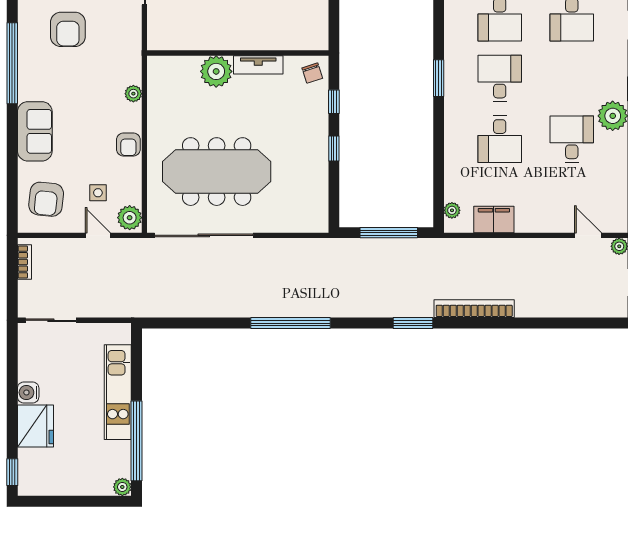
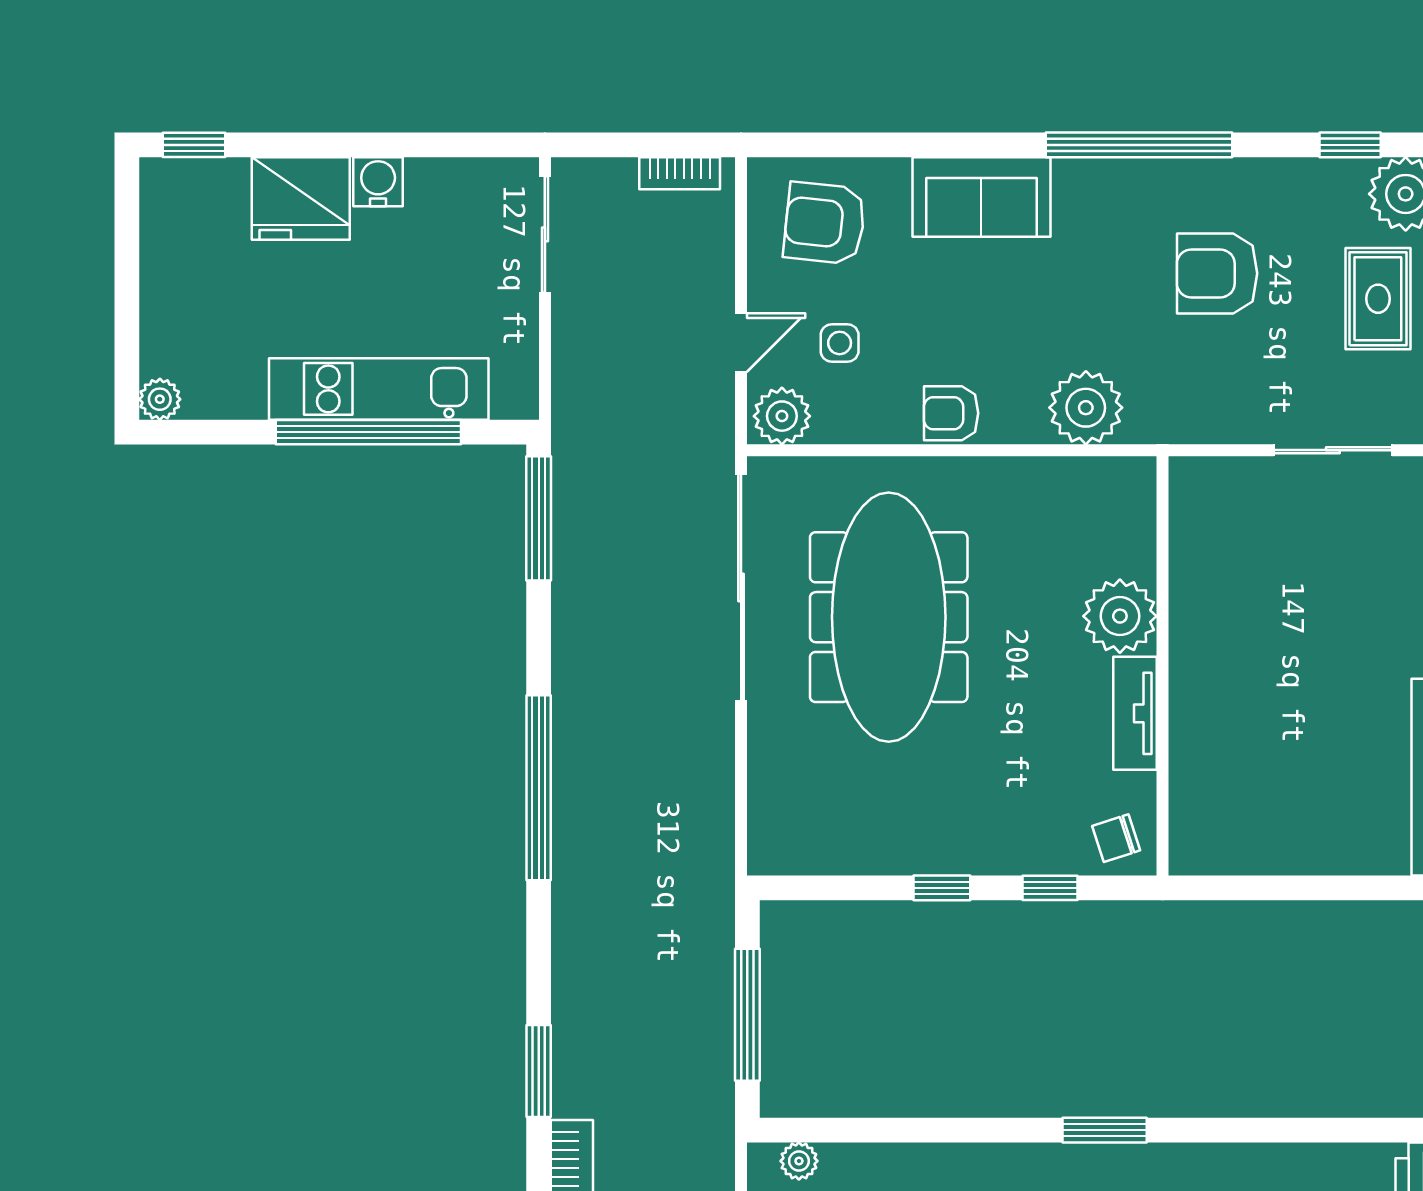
plant: (133, 94) -> (1086, 408), width x1.88, depth x1.88
window: (174, 323) -> (539, 518), added
window: (137, 441) -> (368, 432), moved

